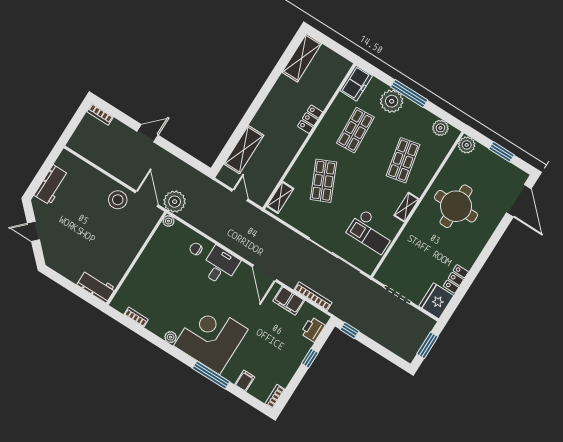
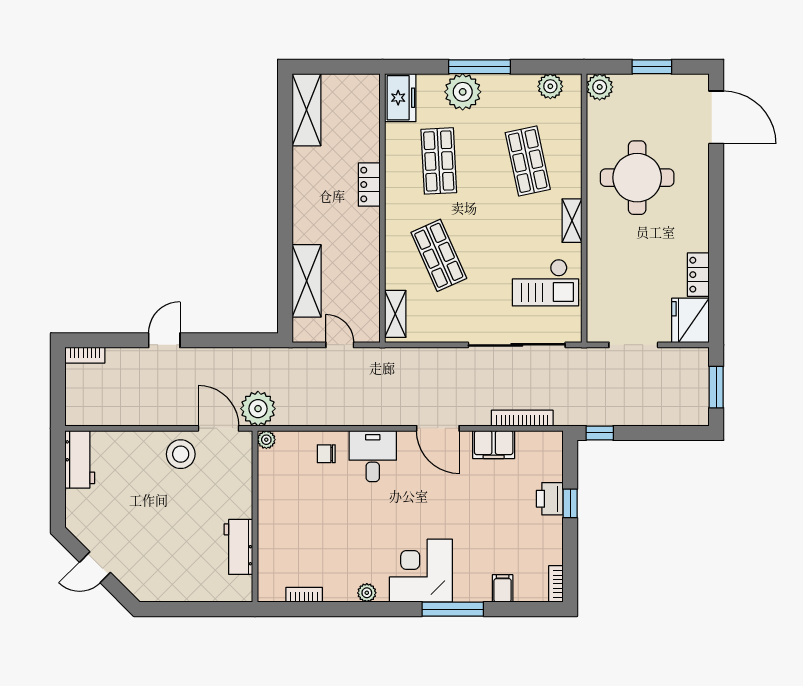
workbench: (51, 185) -> (80, 459), moved
workbench: (96, 287) -> (238, 547), moved, turned -90
printer: (313, 329) -> (550, 499), moved
corner desk: (211, 338) -> (421, 571), width x0.74, depth x0.74

